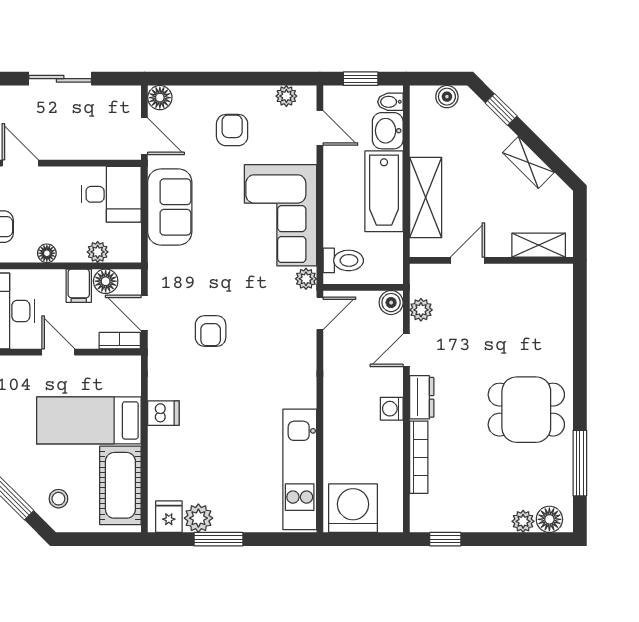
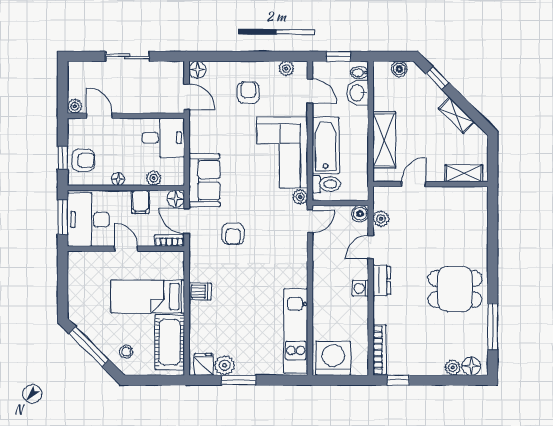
bathtub: (384, 191) -> (326, 146), moved, turned 180
sofa: (170, 207) -> (204, 180), moved
floor lamp: (106, 281) -> (176, 199), moved
bookcase: (419, 457) -> (379, 350), moved

